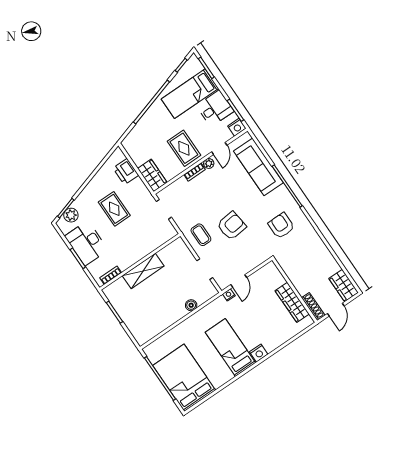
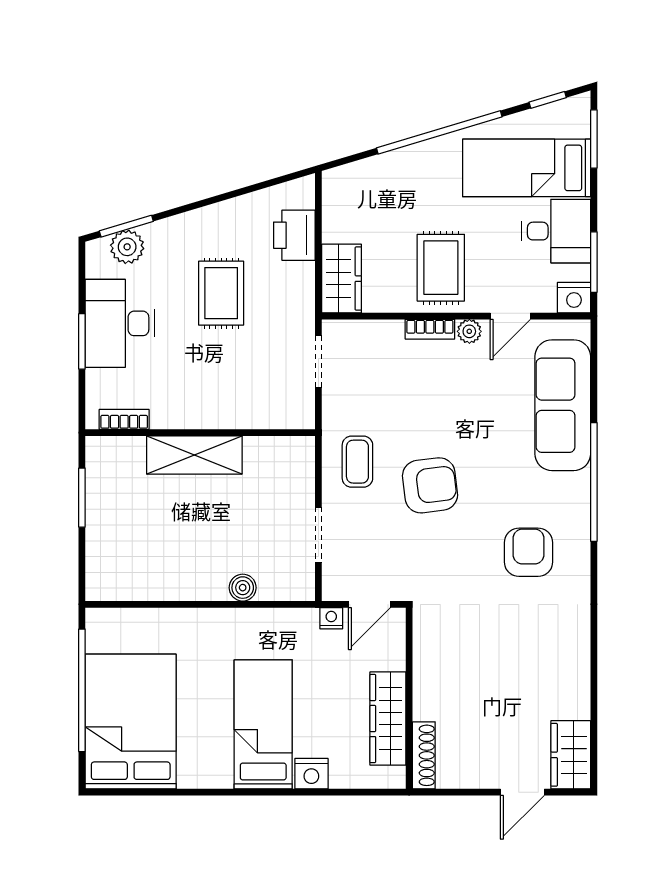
wall: (295, 290) -> (409, 698), moved
wardrobe: (292, 302) -> (388, 719), moved
shoe rack: (313, 307) -> (424, 755), moved

